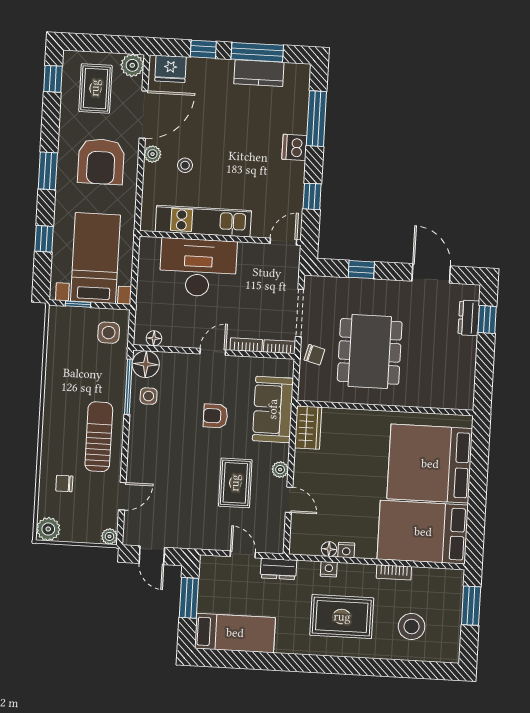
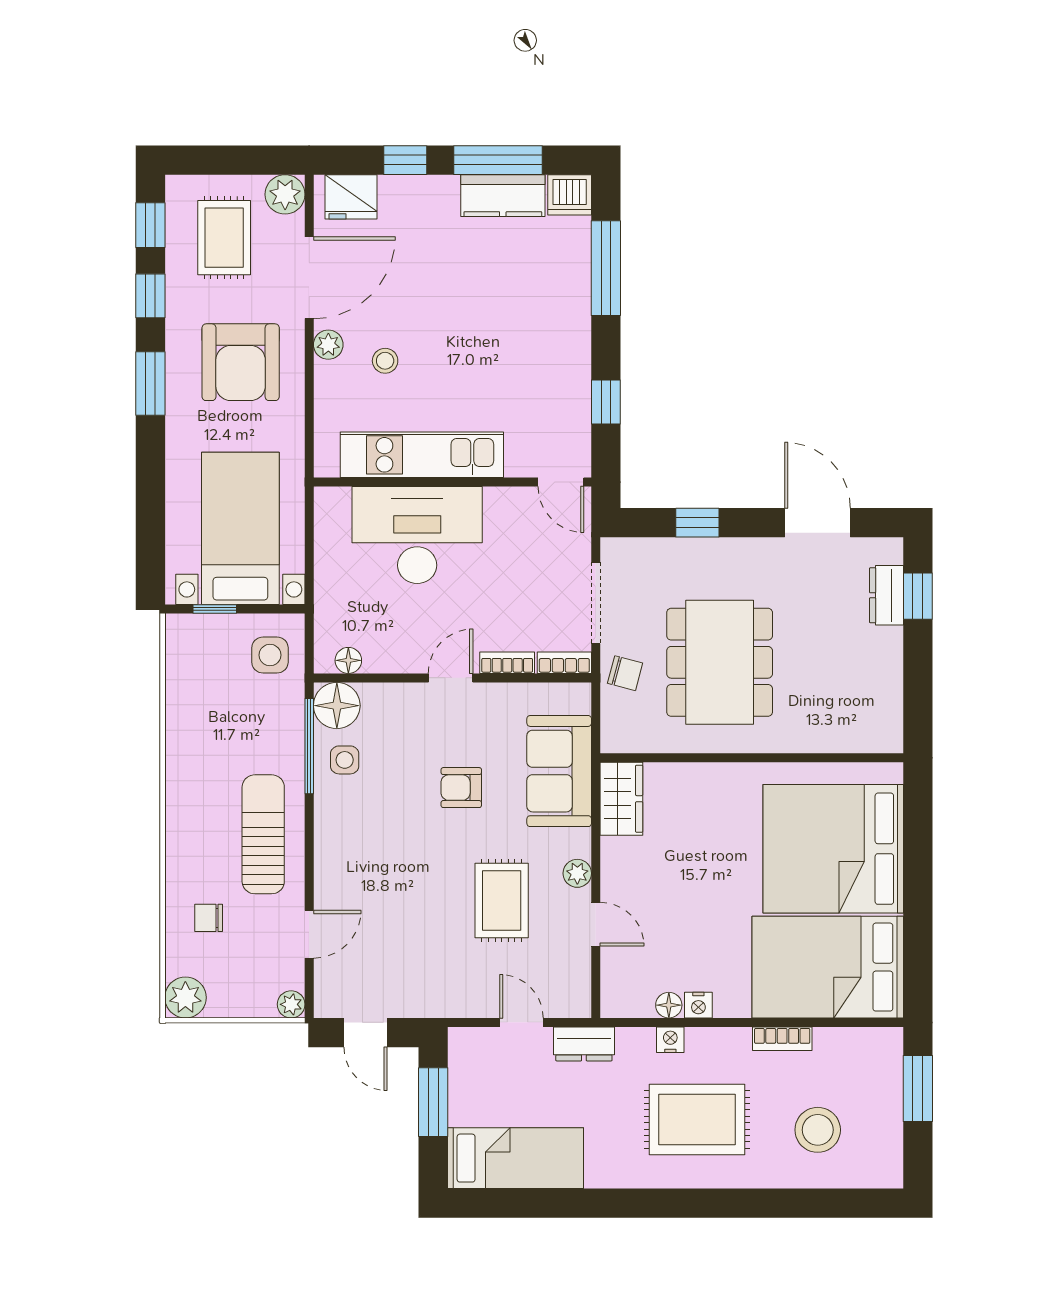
dishwasher: (294, 147) -> (570, 195), moved, turned -90
window: (44, 239) -> (150, 296), moved
door: (283, 242) -> (561, 482), swing flipped

